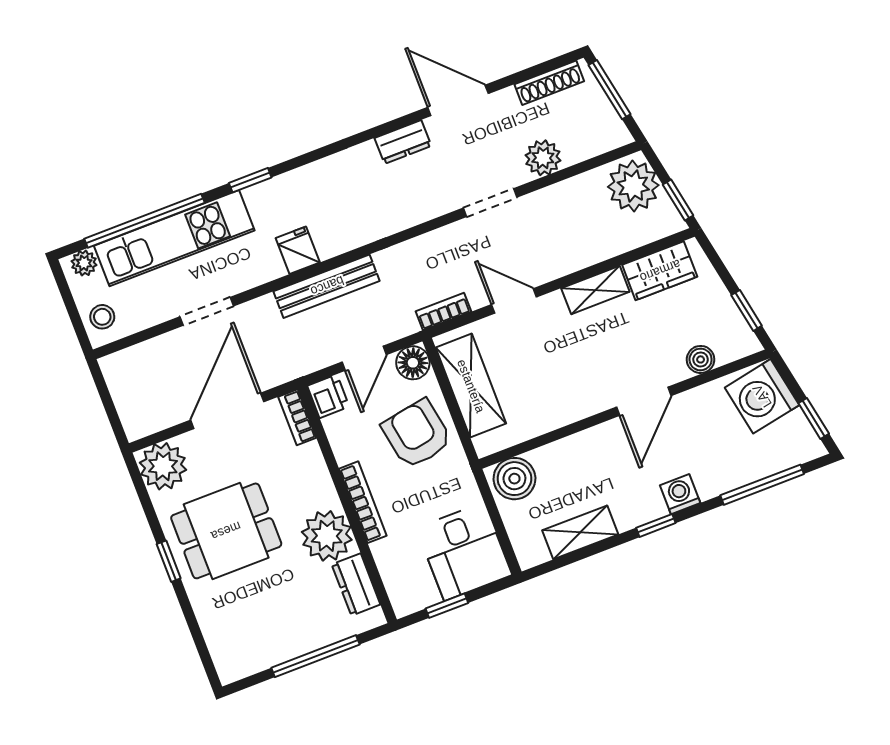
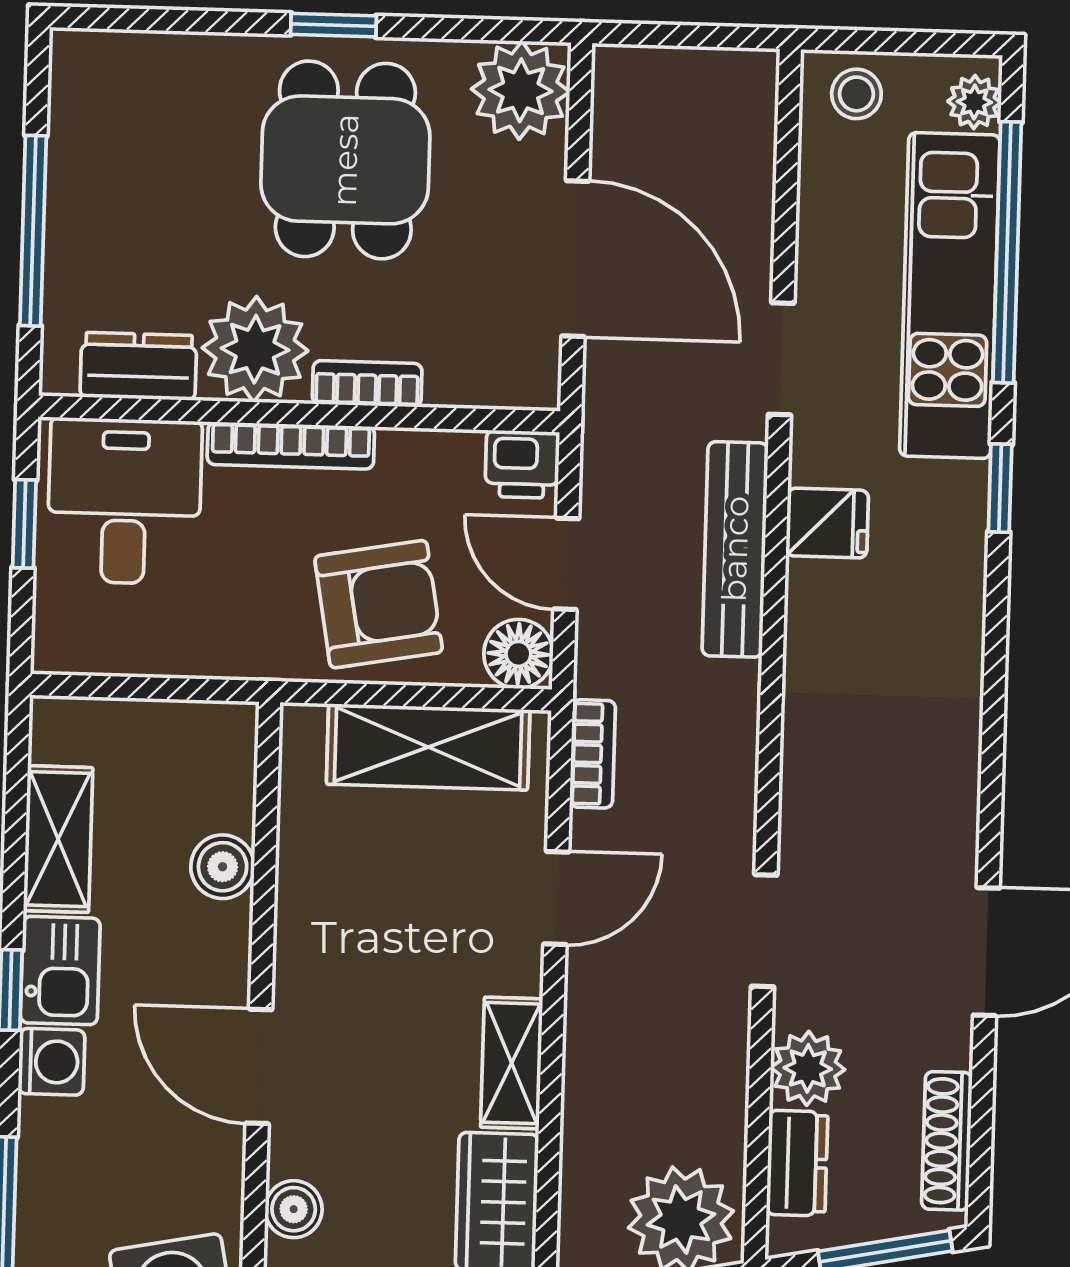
dresser: (403, 142) -> (797, 1163), moved, turned 180
doorway: (207, 311) -> (781, 359), moved
bookcase: (297, 417) -> (367, 384), moved
boiler: (514, 479) -> (223, 867), moved, width x0.73, depth x0.73
kitchen sink: (638, 507) -> (60, 971), added
desk: (464, 552) -> (124, 501), moved, turned 90

